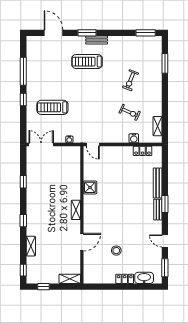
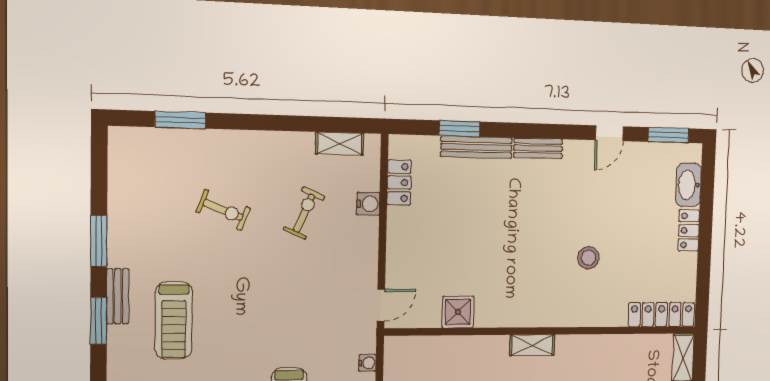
window: (146, 33) -> (99, 241), moved
shower: (90, 187) -> (458, 312), moved
window: (165, 204) -> (459, 129), moved
door: (82, 242) -> (605, 331), removed
stool: (116, 251) -> (588, 258), moved
locker: (89, 268) -> (661, 315), added

